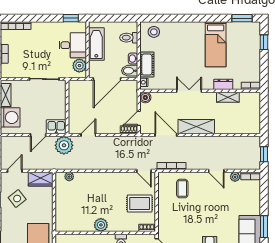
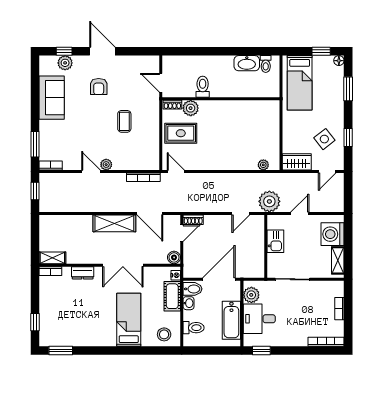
bed: (216, 44) -> (129, 320), moved
double door: (189, 91) -> (123, 265), width x1.37
shelving: (228, 97) -> (52, 258), moved
kitchen sink: (56, 127) -> (275, 241), moved, turned -90
plant: (235, 177) -> (106, 165), moved
coffee table: (182, 189) -> (124, 121), moved
plant: (101, 225) -> (191, 108), moved
window: (264, 227) -> (35, 144), moved

